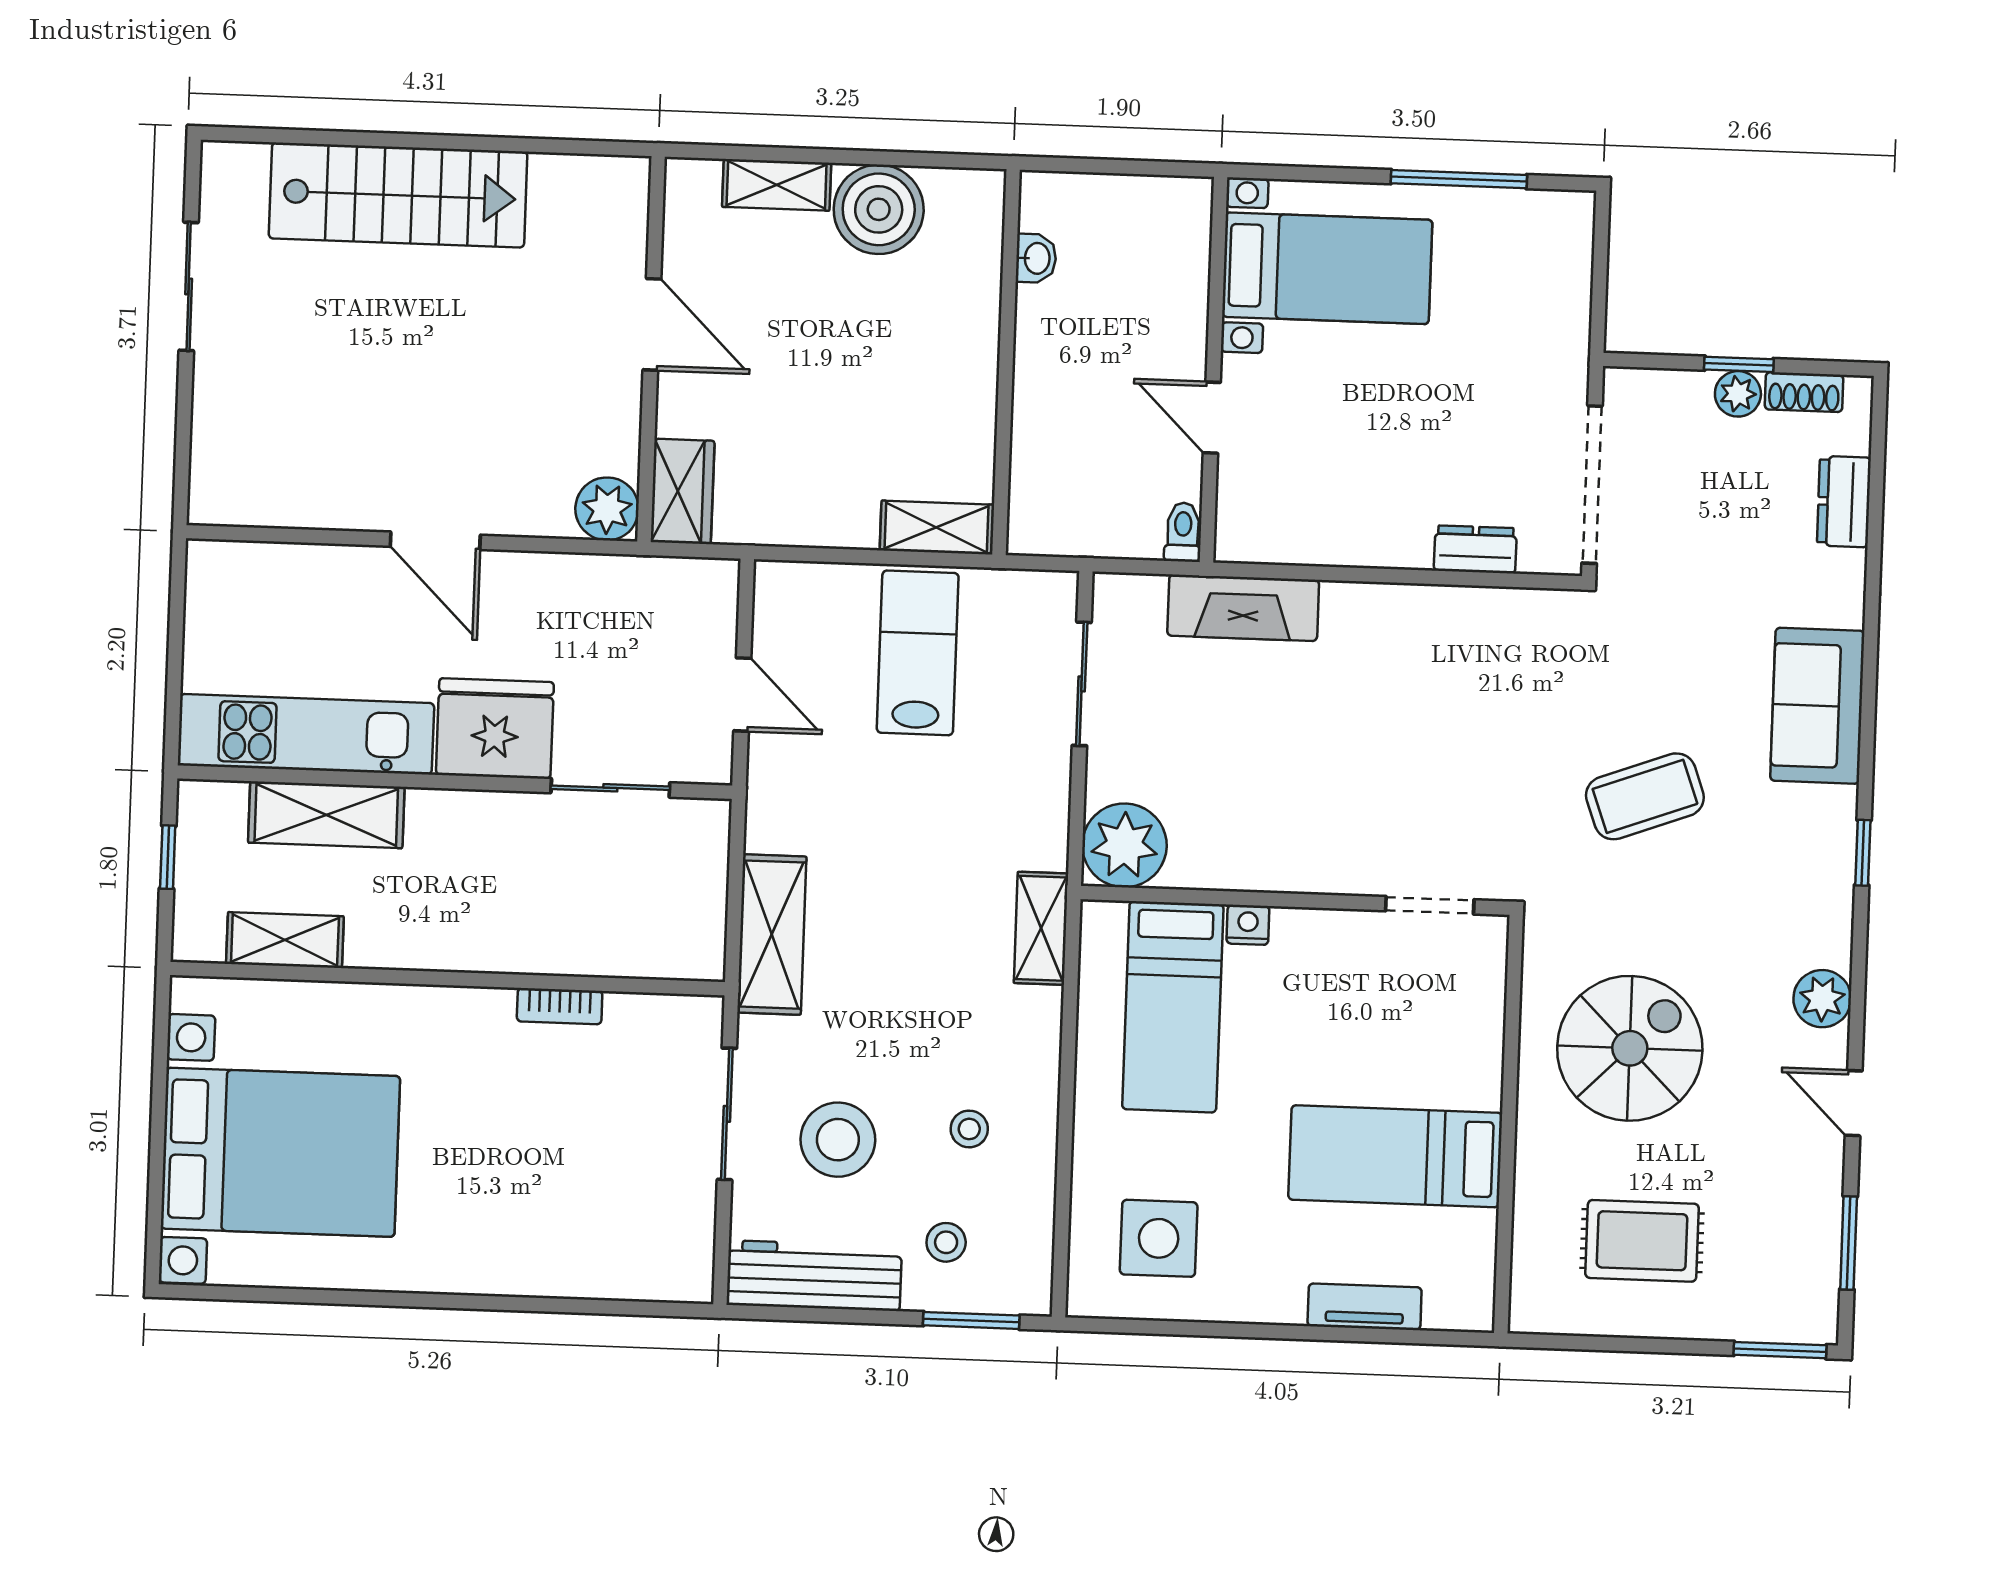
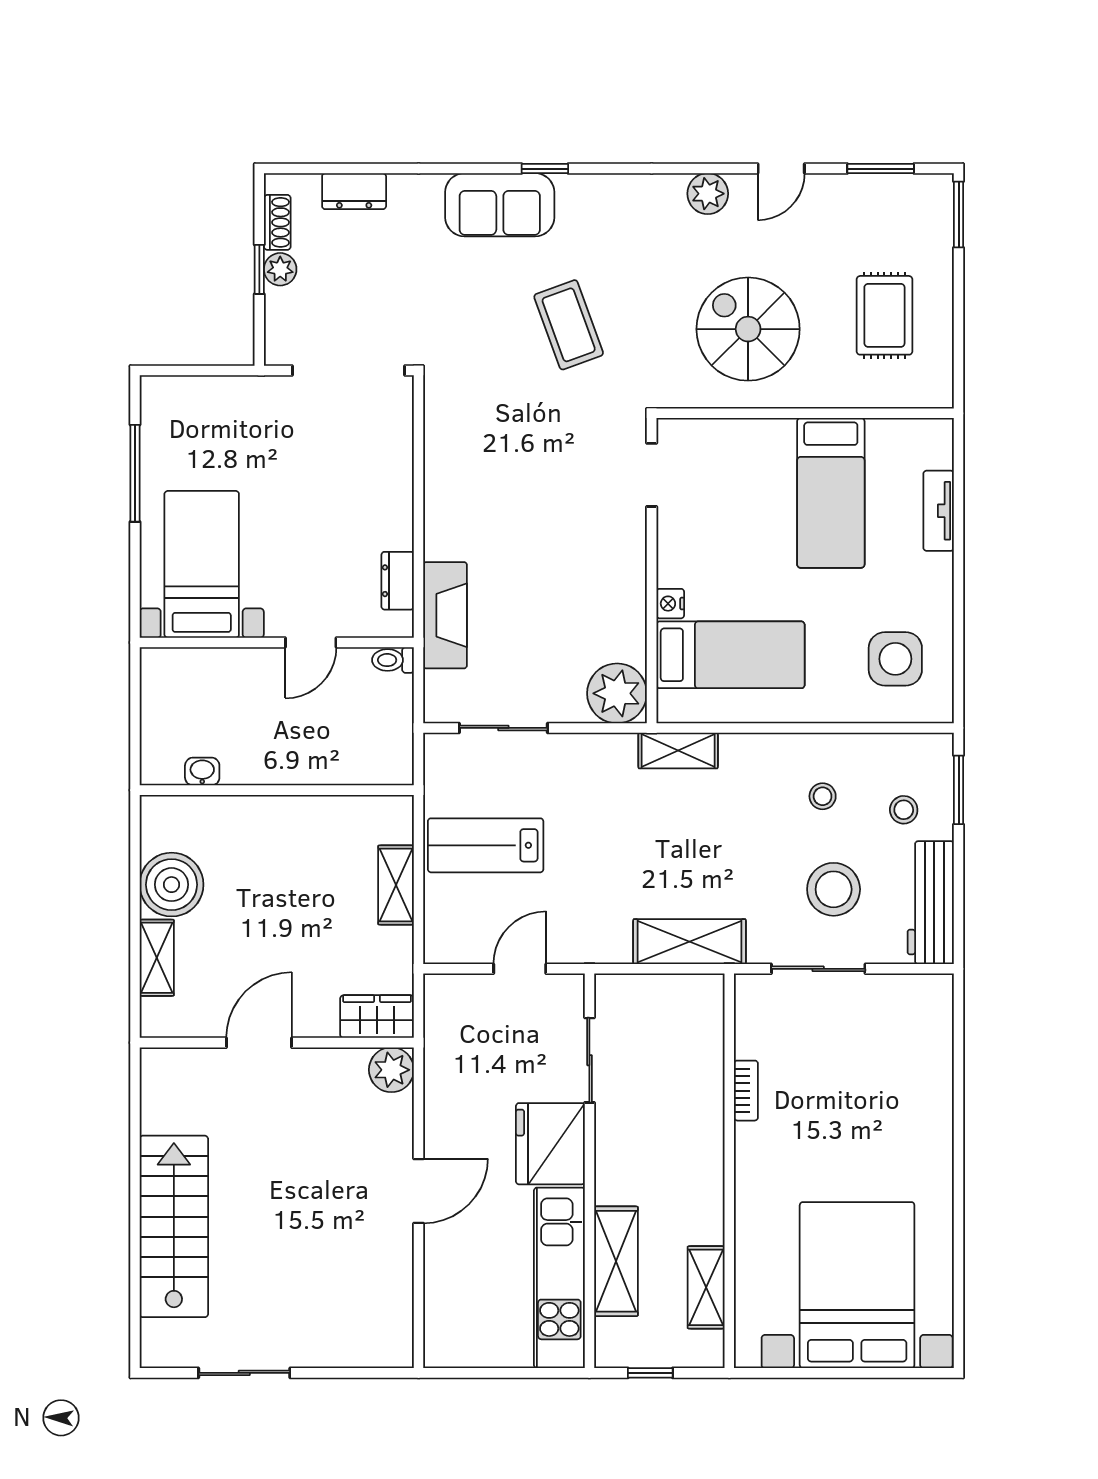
shelving: (936, 527) -> (396, 885), moved
dresser: (1475, 549) -> (398, 581), moved
window: (1863, 853) -> (545, 169), moved

